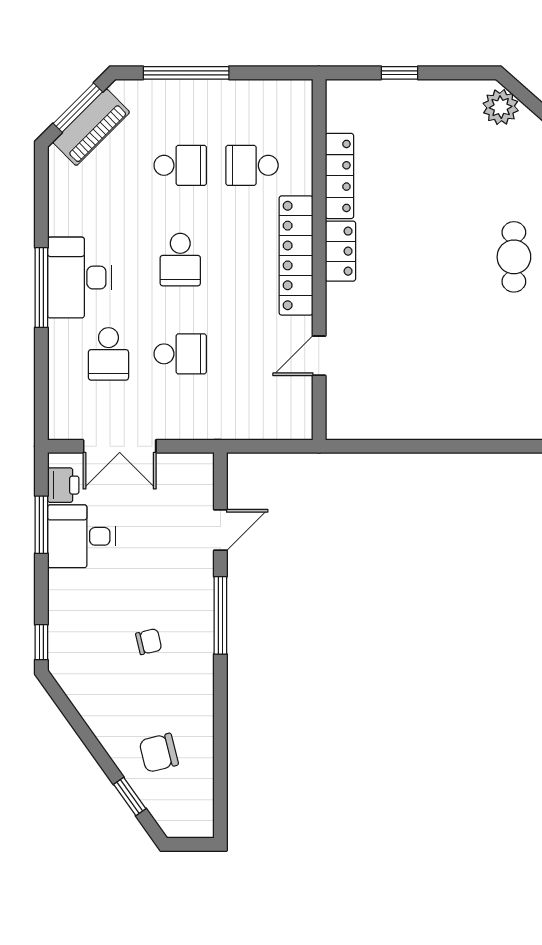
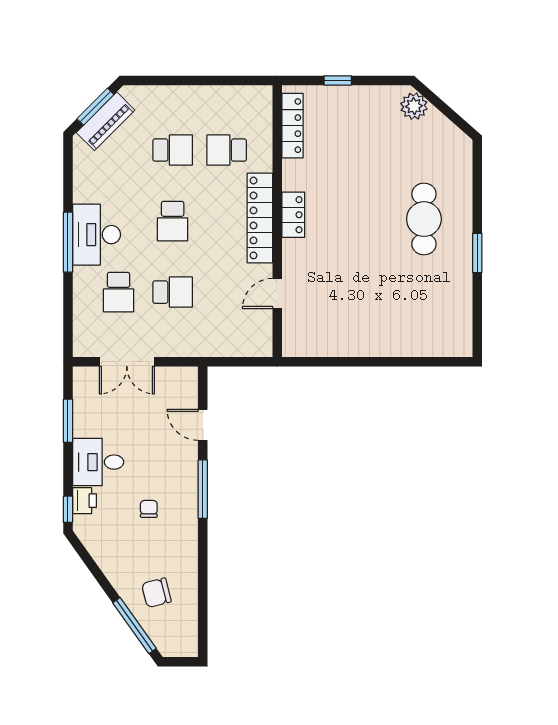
window: (186, 73) -> (177, 80), removed
locker: (339, 176) -> (293, 126), moved
cafe table: (514, 257) -> (424, 219), width x1.37, depth x1.35
printer: (63, 485) -> (84, 501), moved
door: (220, 530) -> (203, 425), swing flipped
desk: (81, 536) -> (98, 462), moved
chair: (149, 642) -> (149, 509), turned -77
window: (130, 796) -> (135, 626), width x2.17

